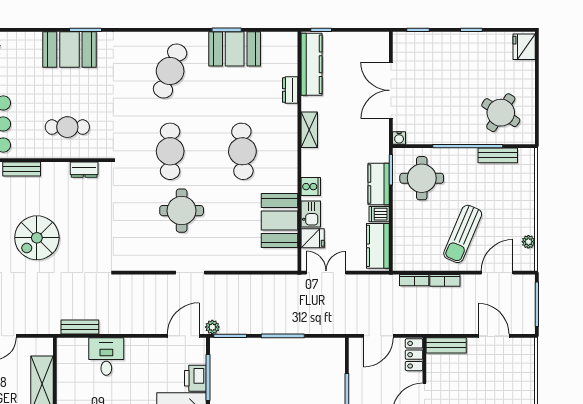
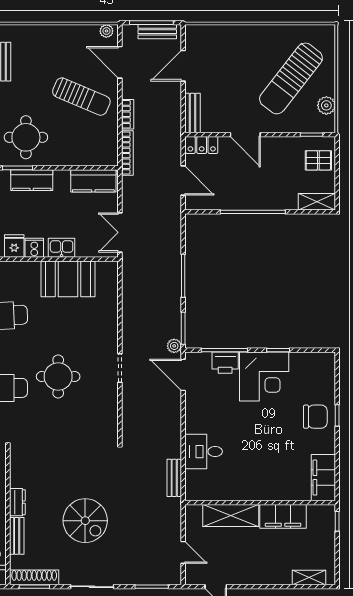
dresser: (84, 170) -> (17, 502), moved
dishwasher: (379, 214) -> (62, 180), removed
fridge: (313, 238) -> (14, 246), moved
plant: (528, 242) -> (106, 31), moved
bookcase: (414, 280) -> (127, 153), width x1.56
bench: (528, 310) -> (157, 32), added

